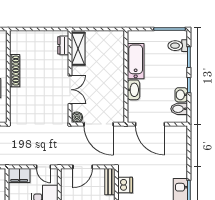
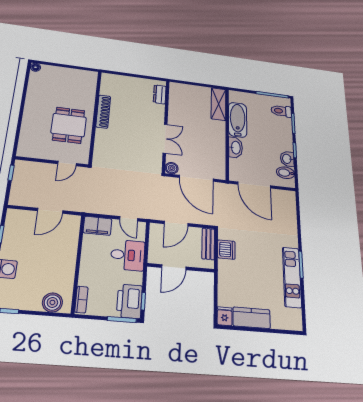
shelving: (78, 49) -> (219, 104), moved

